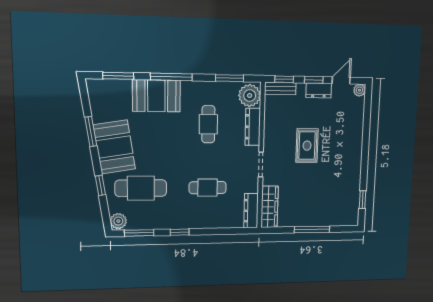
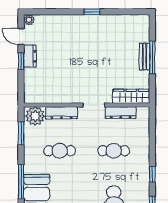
window: (284, 79) -> (21, 87), removed
bench: (280, 89) -> (145, 57), moved
rug: (307, 146) -> (77, 65), removed
cafe table: (208, 188) -> (114, 151), turned 90
window: (362, 200) -> (92, 12), moved
dresser: (251, 211) -> (121, 113), moved

